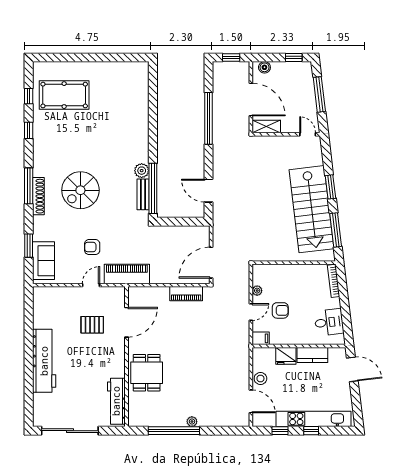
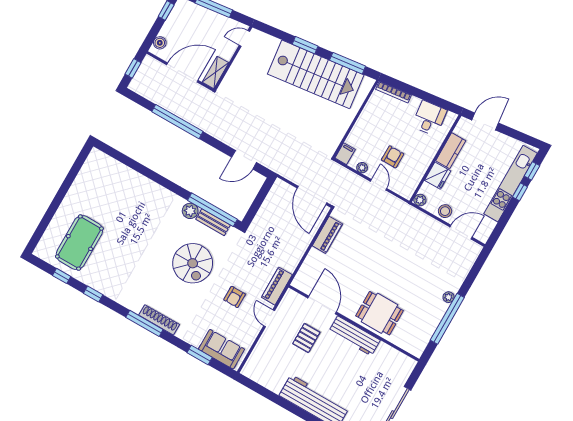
spiral stairs: (80, 190) -> (193, 263), moved
piano: (127, 274) -> (277, 286), width x0.73, depth x0.75
filing cabinet: (261, 338) -> (345, 154), moved
plant: (258, 353) -> (420, 200), added
workbench: (116, 401) -> (354, 336), moved
window: (280, 431) -> (532, 171), moved

